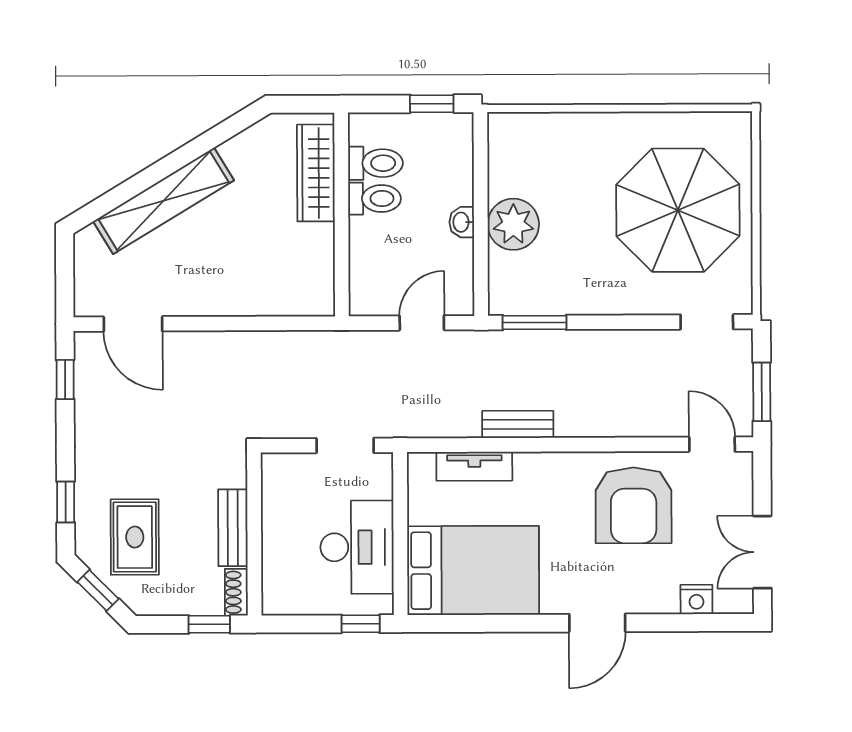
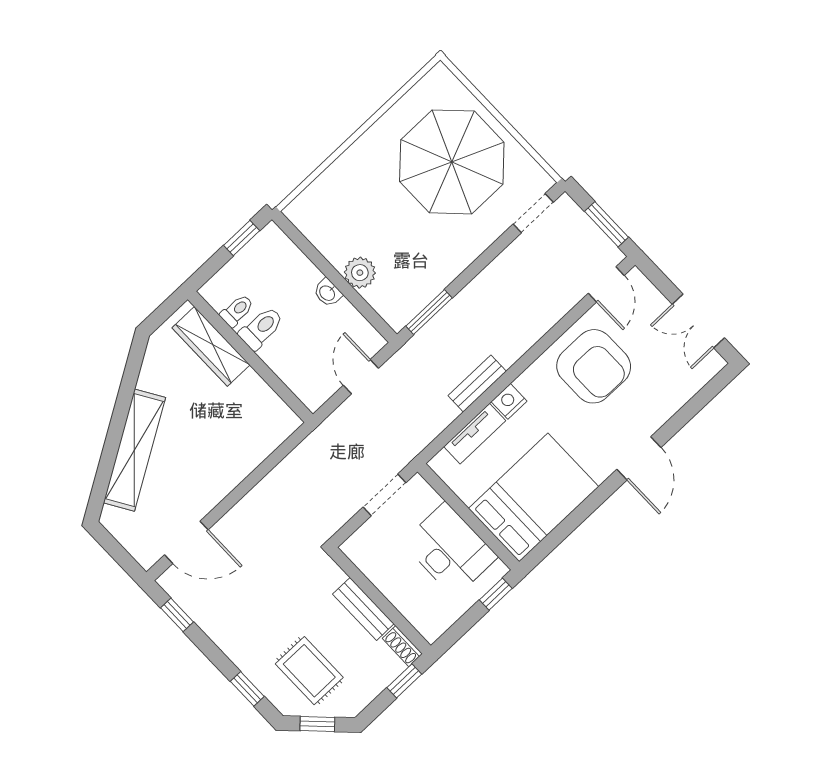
toilet: (375, 163) -> (237, 311), width x0.73, depth x0.72
plant: (513, 224) -> (360, 273), width x0.73, depth x0.73
door: (712, 444) -> (606, 284), swing flipped
nightstand: (696, 599) -> (509, 401), moved, turned 180

